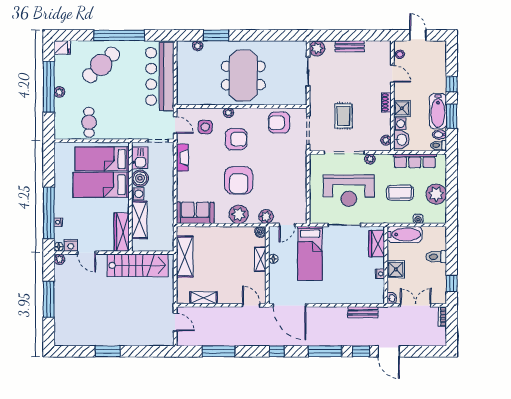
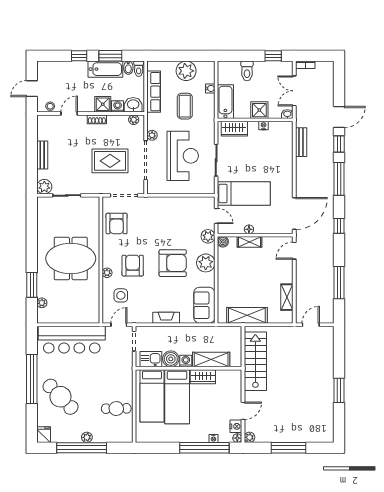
rug: (344, 116) -> (110, 161), width x1.36, depth x1.43
fireplace: (182, 158) -> (166, 318), moved
wardrobe: (122, 232) -> (203, 377), moved, width x0.67

